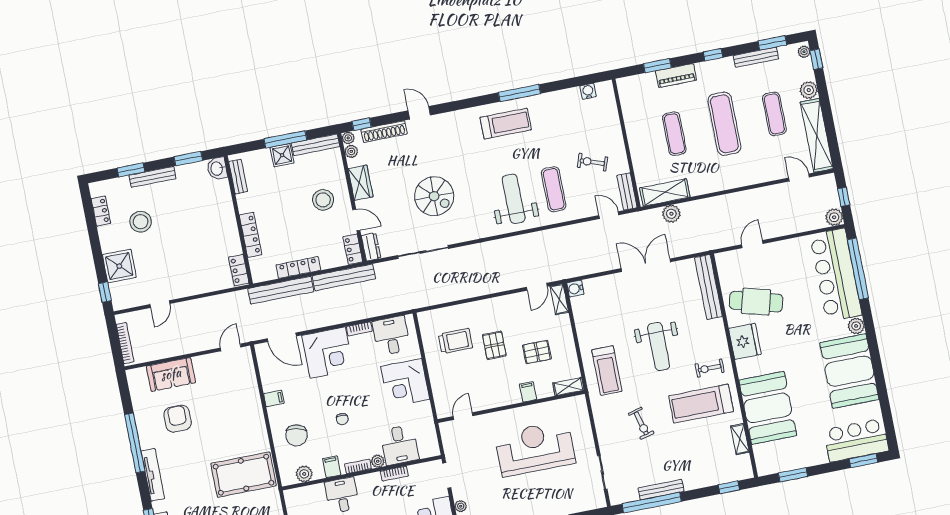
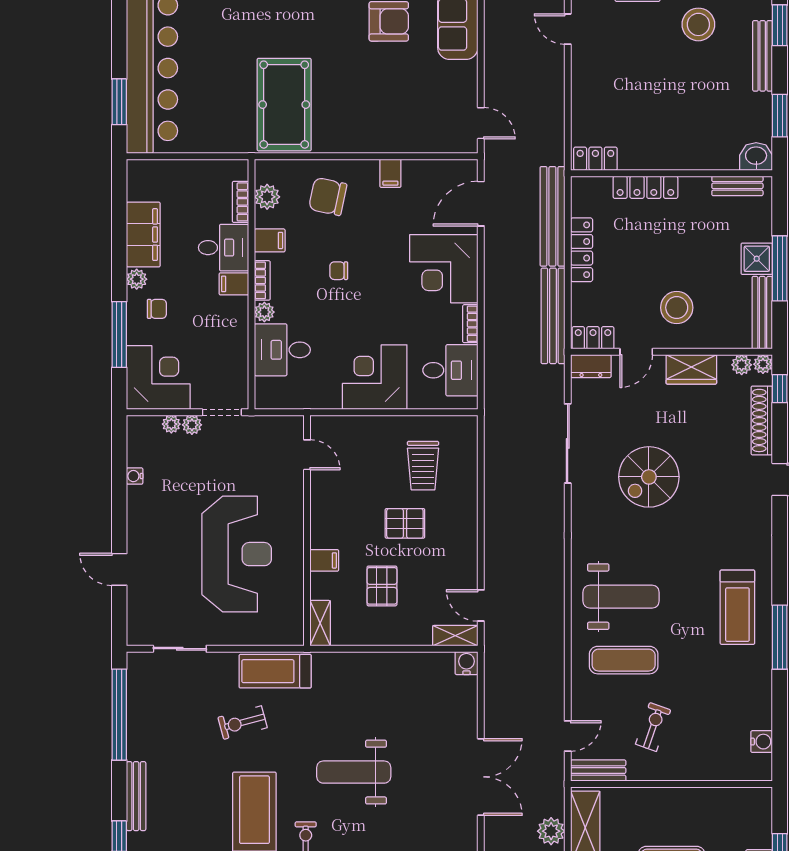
treadmill: (607, 371) -> (275, 671), moved
bookcase: (394, 474) -> (240, 202), moved
filing cabinet: (364, 484) -> (234, 284), added
bench: (661, 490) -> (136, 796), moved
plant: (459, 493) -> (192, 425), added

